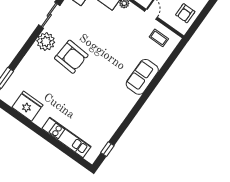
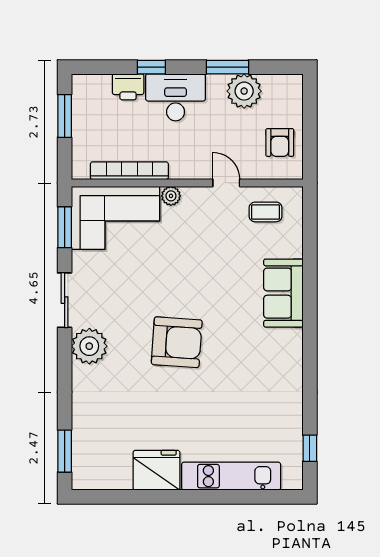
armchair: (71, 57) -> (177, 342), moved
fridge: (27, 106) -> (156, 470), moved

